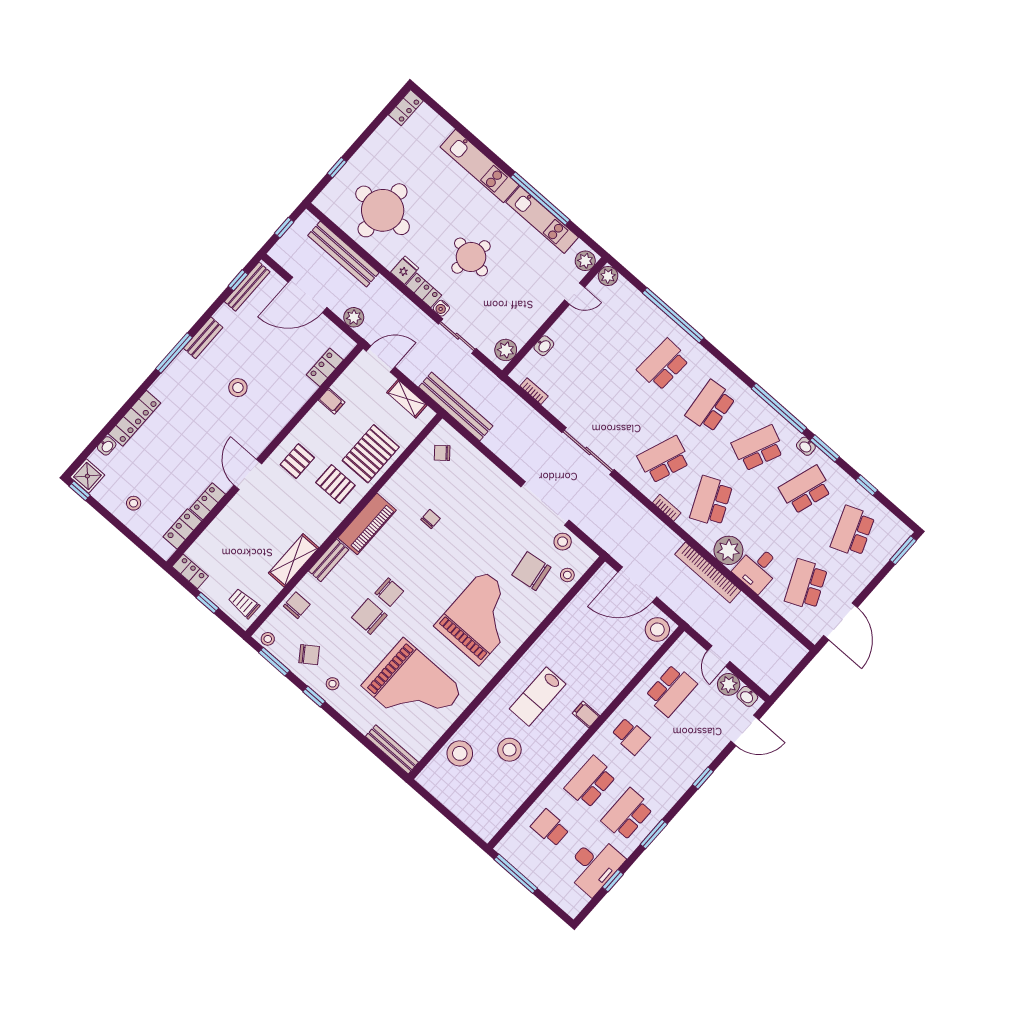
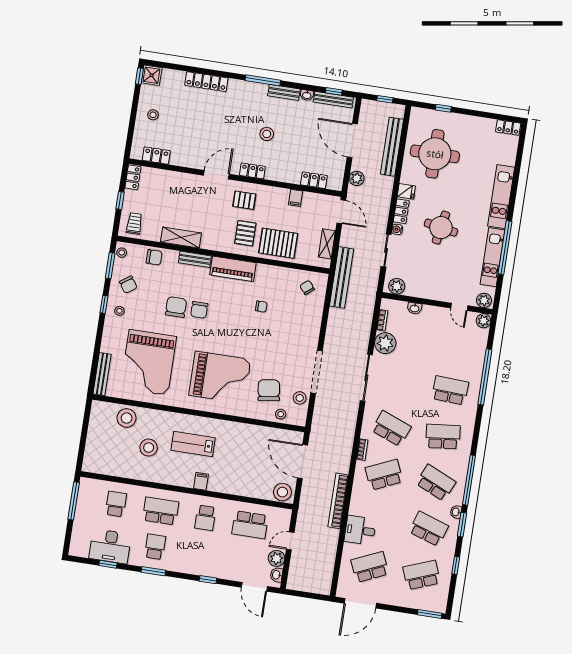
washbasin: (107, 446) -> (307, 95), moved
locker: (208, 501) -> (252, 171), moved
plant: (728, 550) -> (385, 343), moved
school desk: (627, 814) -> (155, 547), width x0.54

